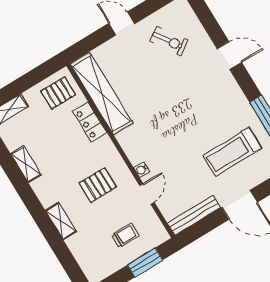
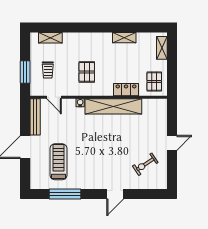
shelving: (102, 94) -> (113, 106), moved
door: (147, 194) -> (54, 97), moved
shelving: (61, 221) -> (50, 38), moved

